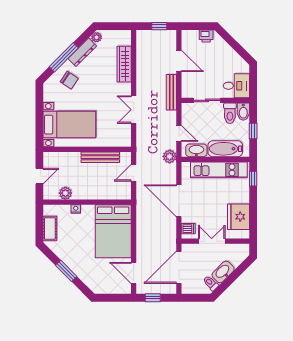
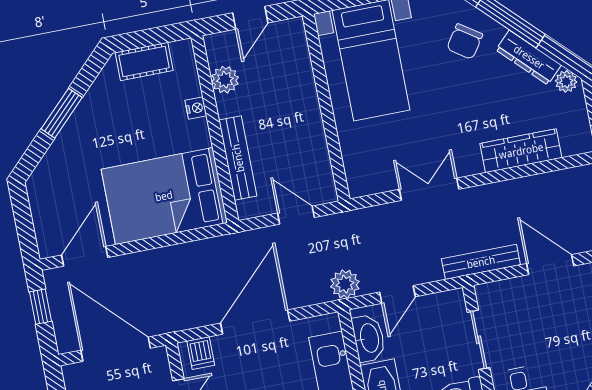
door: (179, 61) -> (550, 265), swing flipped
bench: (100, 157) -> (238, 158), moved
door: (39, 176) -> (250, 18), hinge flipped

